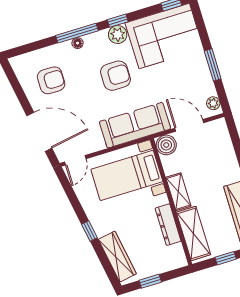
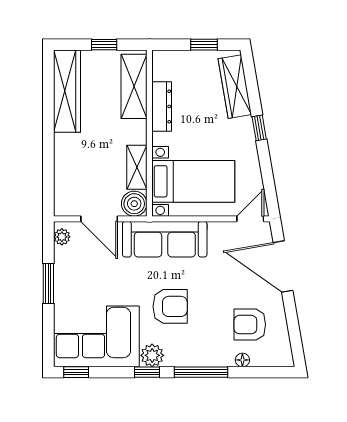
floor lamp: (78, 43) -> (242, 360), moved
armchair: (115, 76) -> (170, 306), turned 180
shelving: (178, 192) -> (137, 167), moved

